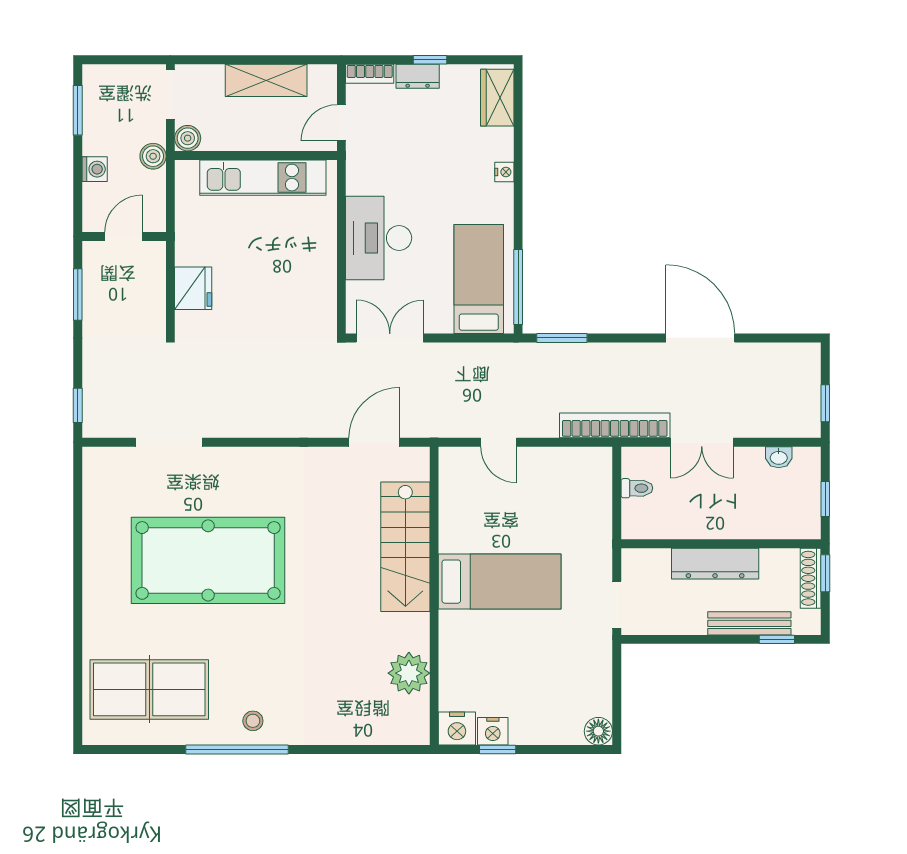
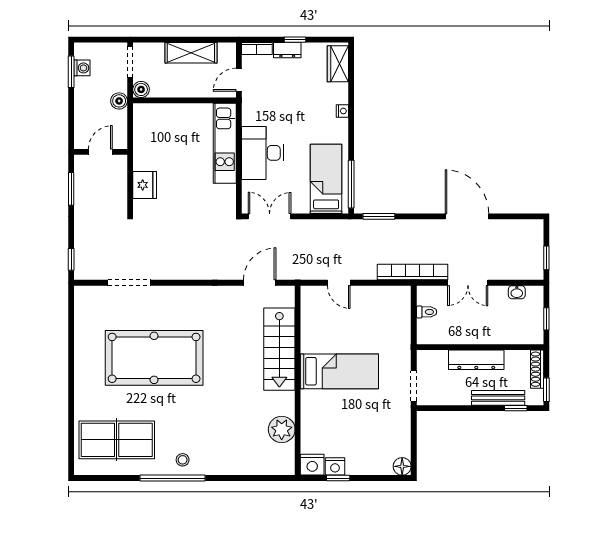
washing machine: (95, 169) -> (82, 68), moved
kitchen unit: (263, 178) -> (225, 143), moved, turned 90
window: (825, 573) -> (546, 390), moved

